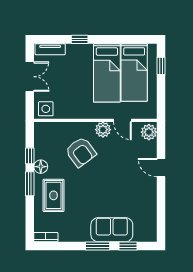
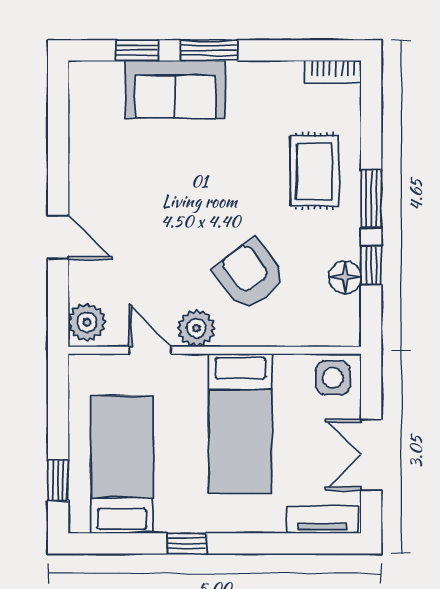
window: (80, 39) -> (187, 543), moved
bed: (107, 73) -> (240, 423), moved, turned 180
floor lamp: (41, 167) -> (345, 277), moved

